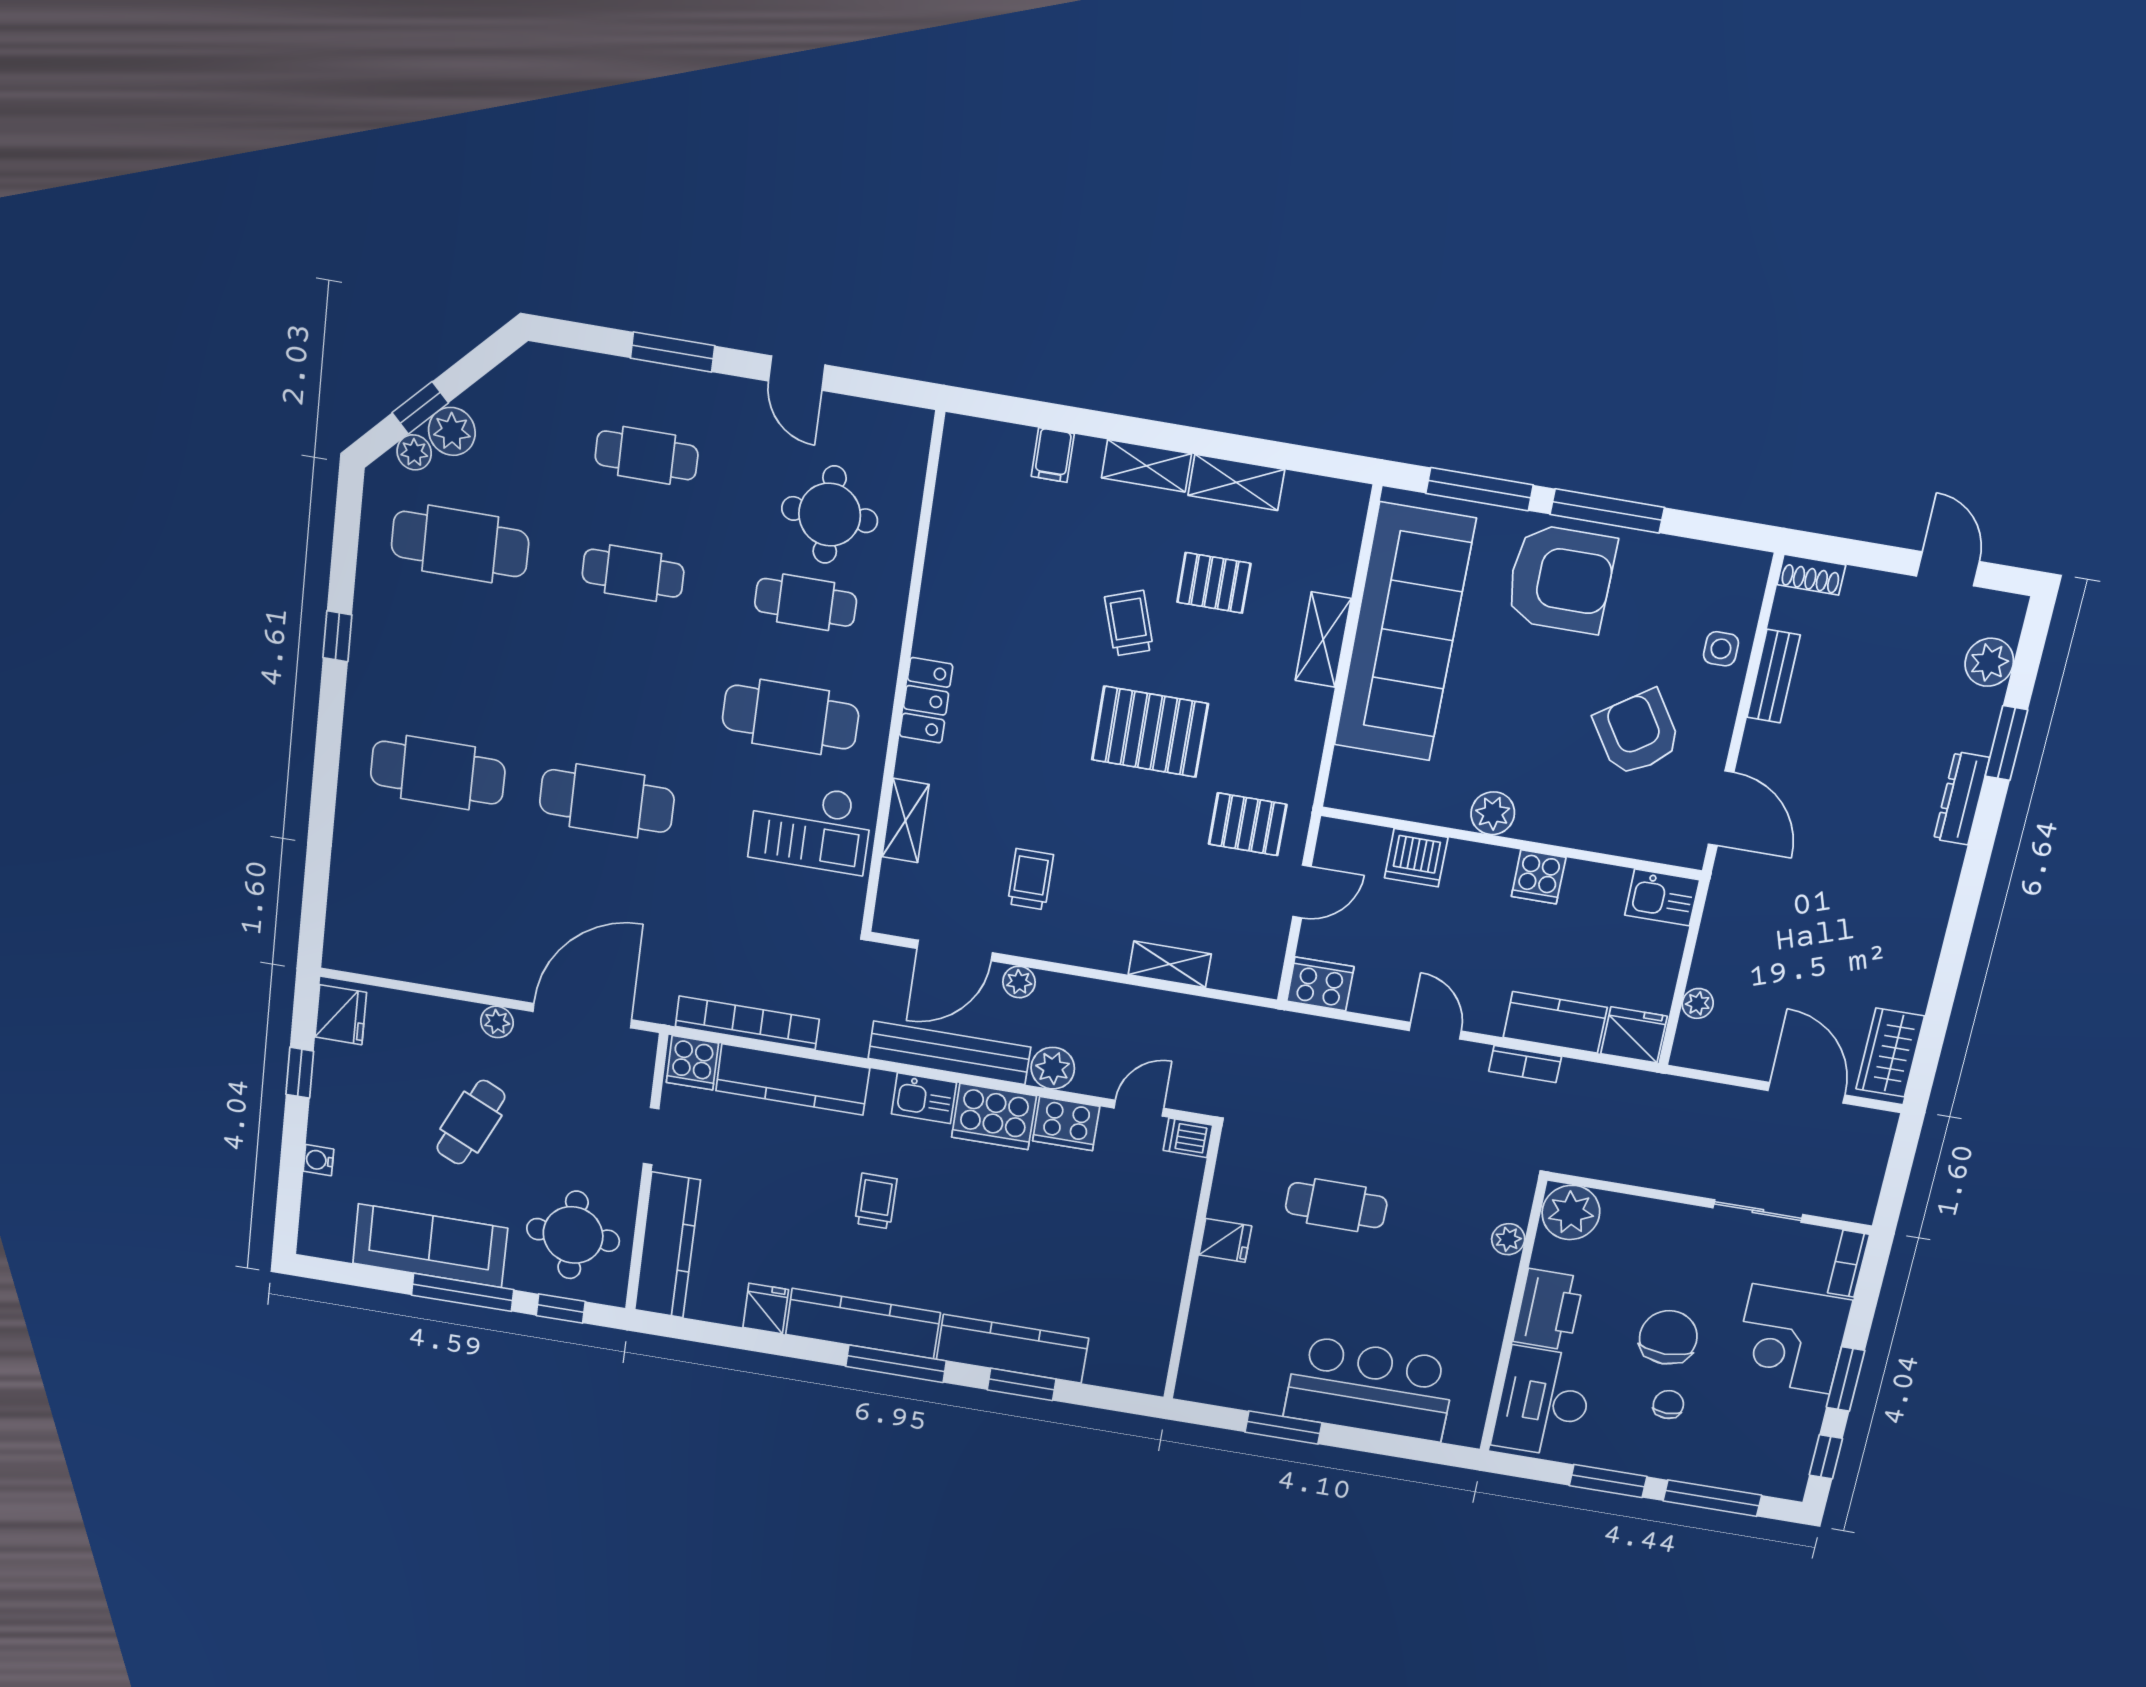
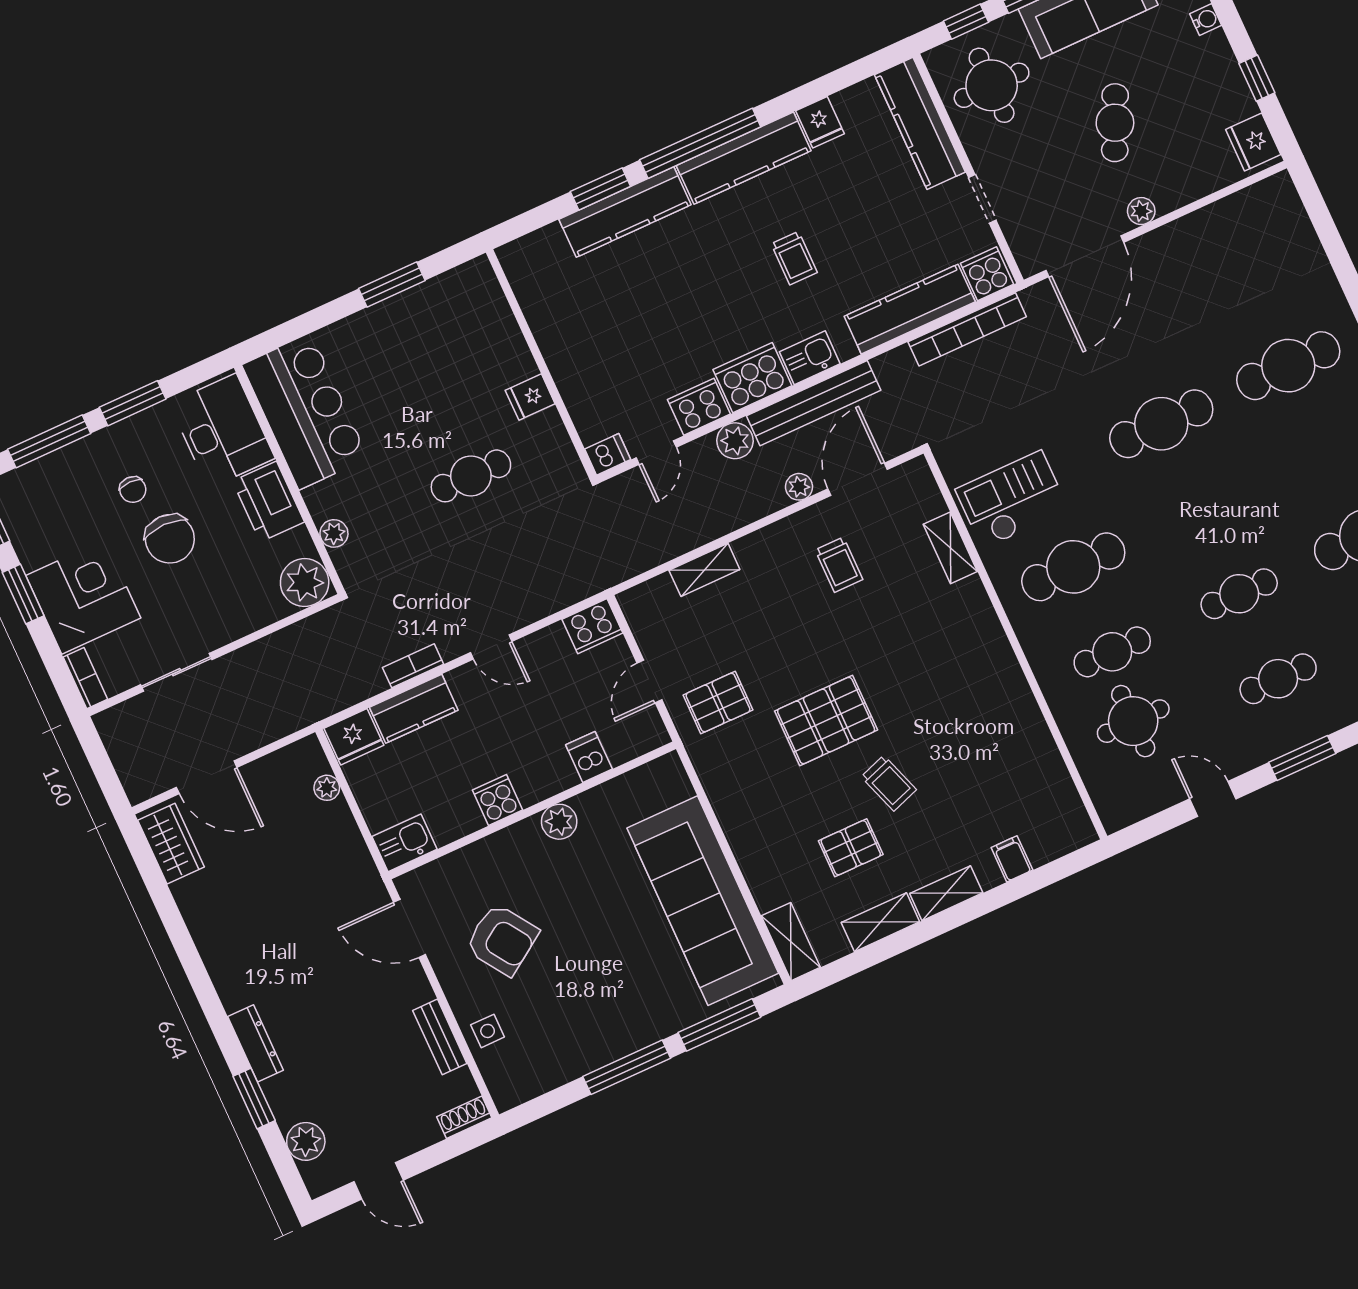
armchair: (1561, 579) -> (625, 1004), removed
shelving: (1323, 640) -> (791, 942), moved
locker: (926, 700) -> (990, 640), removed
dishwasher: (1416, 858) -> (589, 757), width x0.73
window: (896, 1364) -> (700, 143), width x1.46
bar counter: (1370, 1389) -> (305, 411), moved, turned -90

